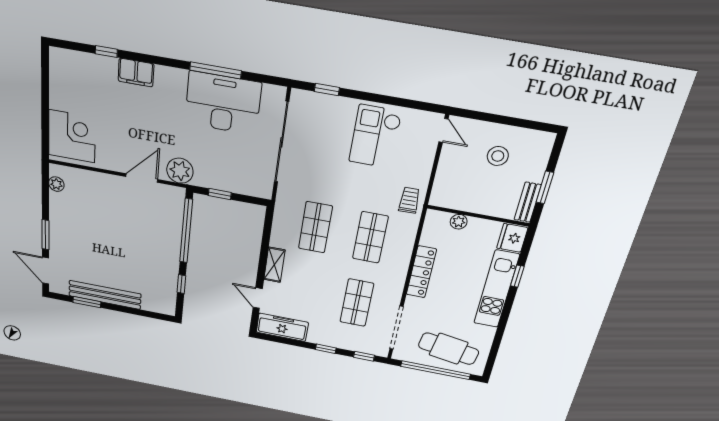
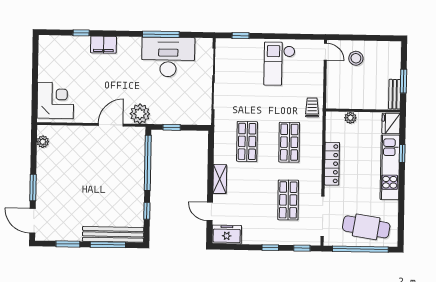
stool: (498, 156) -> (356, 58), moved
bench: (105, 295) -> (113, 234), moved
window: (133, 311) -> (108, 245), added
freezer: (282, 327) -> (227, 234), width x0.71

